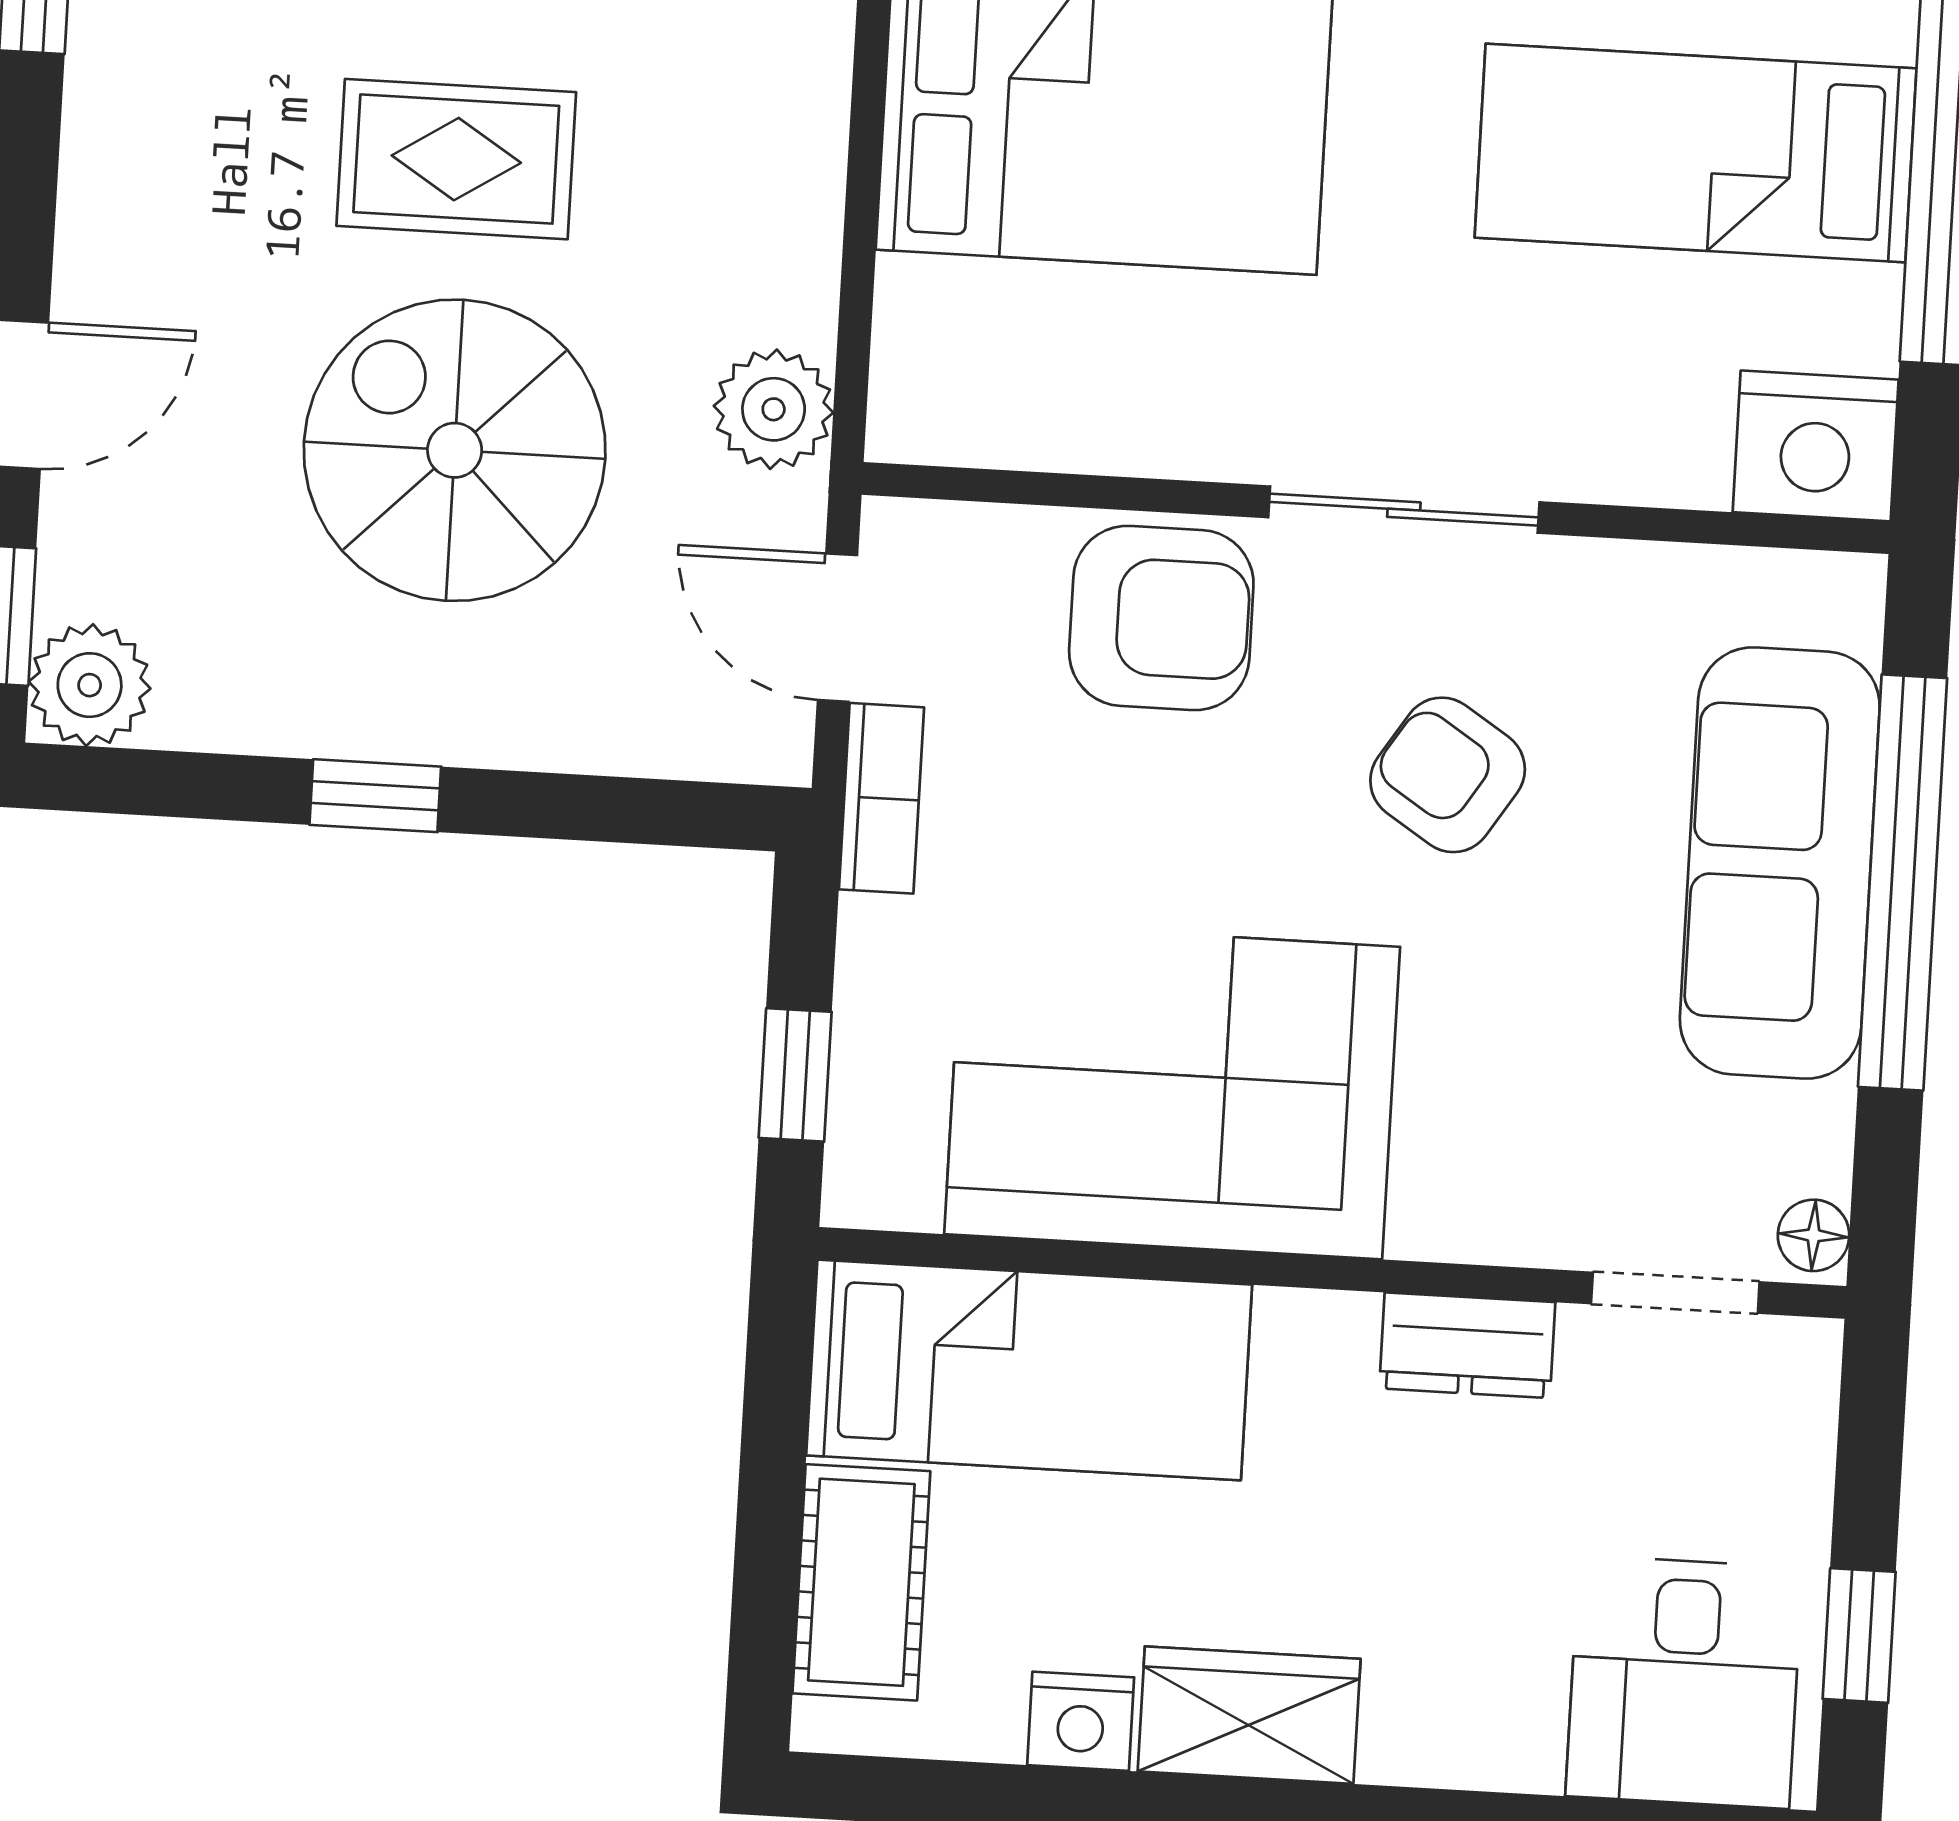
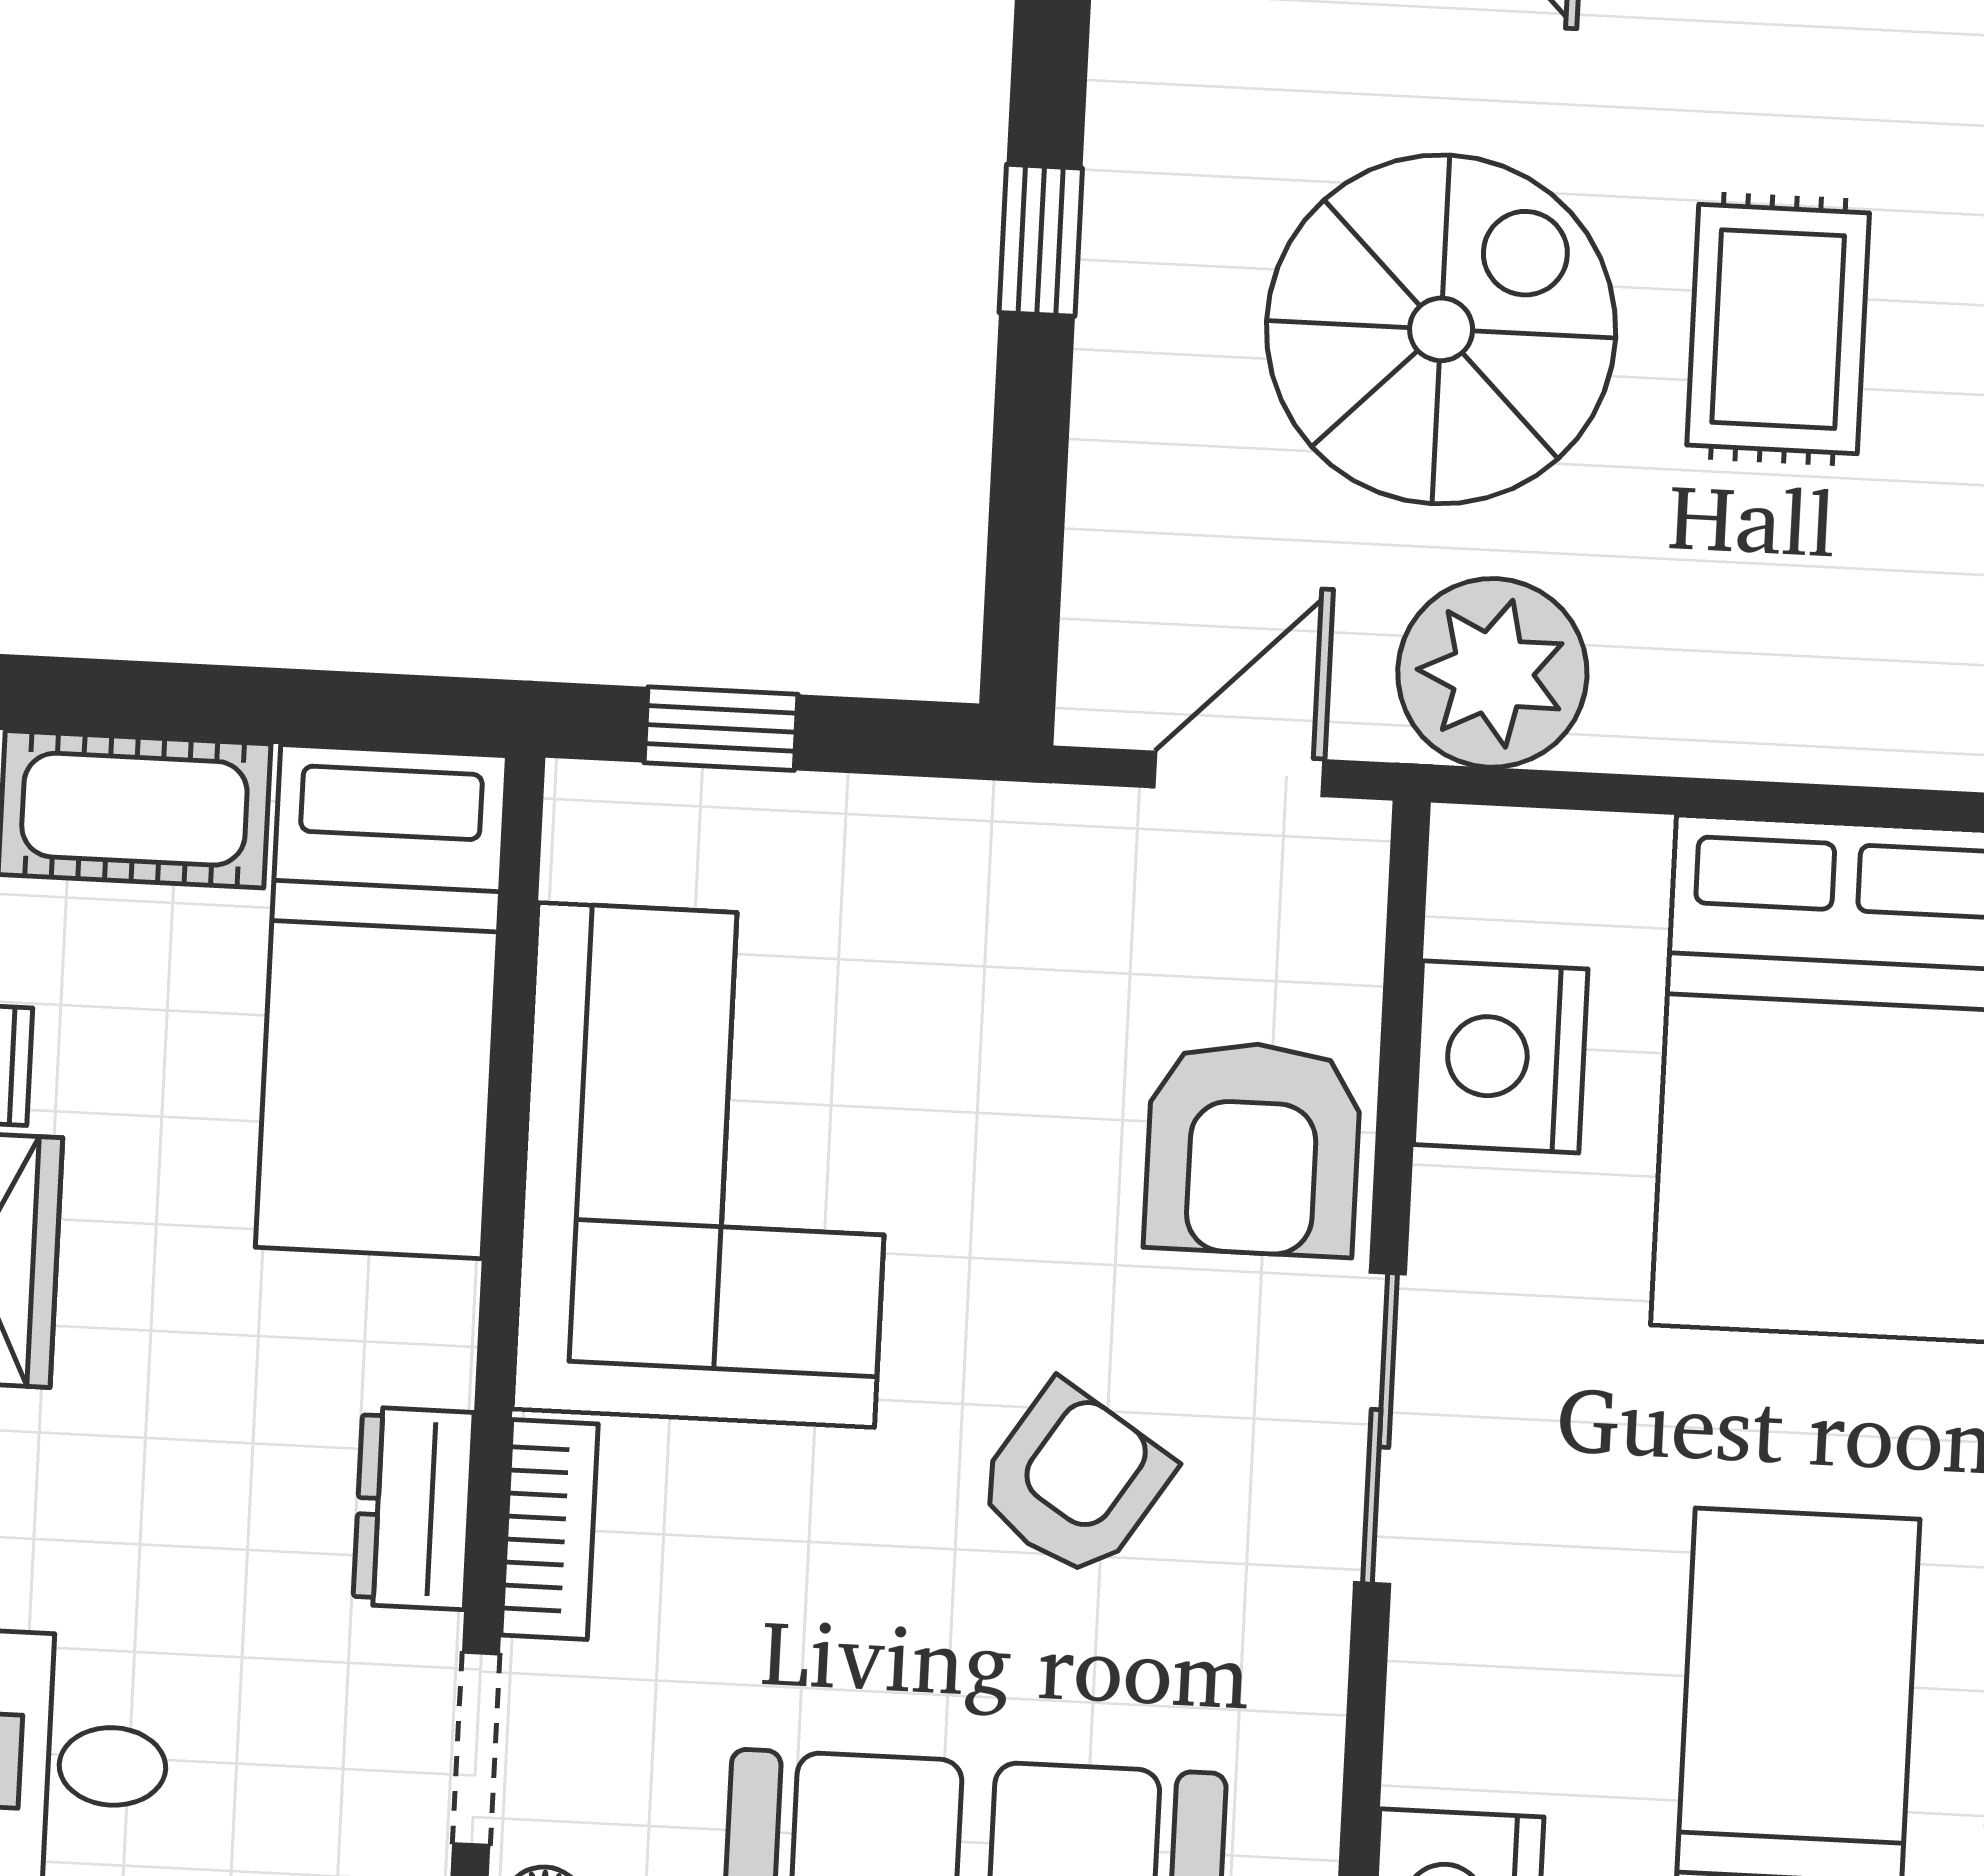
nightstand: (1084, 403) -> (1501, 1057), added
plant: (774, 409) -> (1492, 673), width x1.36, depth x1.36
bookcase: (881, 798) -> (550, 1529), moved, turned -90

